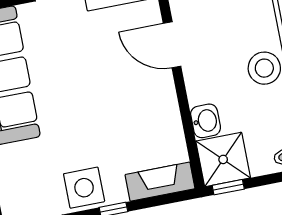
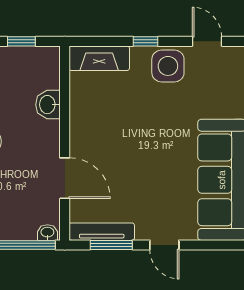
shower: (223, 159) -> (39, 67), removed
window: (228, 187) -> (21, 41), moved

